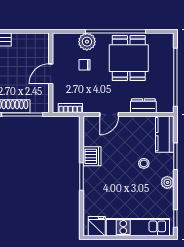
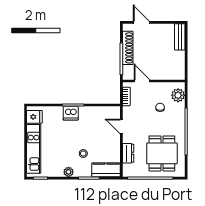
plant: (87, 42) -> (178, 95), moved
dining table: (129, 58) -> (162, 153), moved, turned 90
door: (51, 74) -> (142, 81), moved
dishwasher: (92, 156) -> (71, 113), moved

